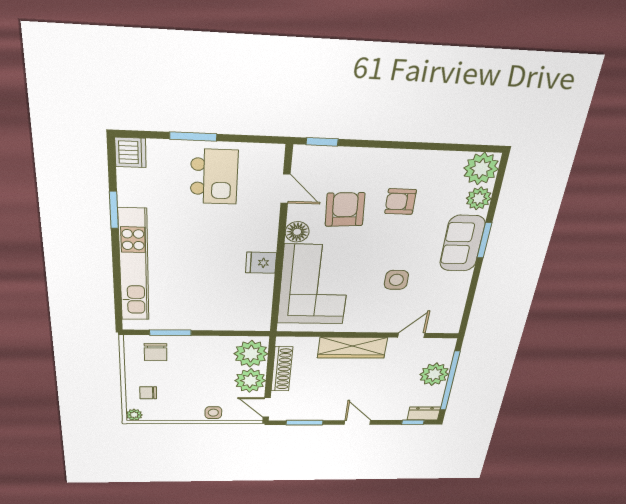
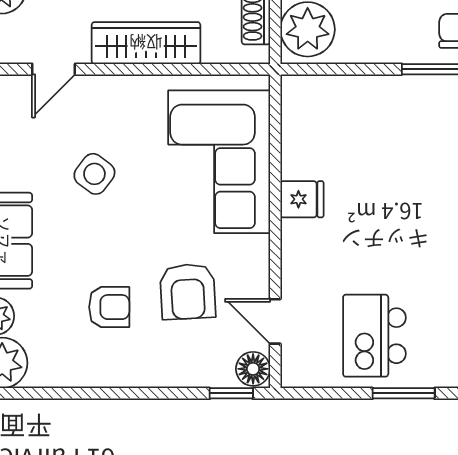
floor lamp: (297, 232) -> (253, 369), moved
side table: (396, 280) -> (94, 174), turned 37

